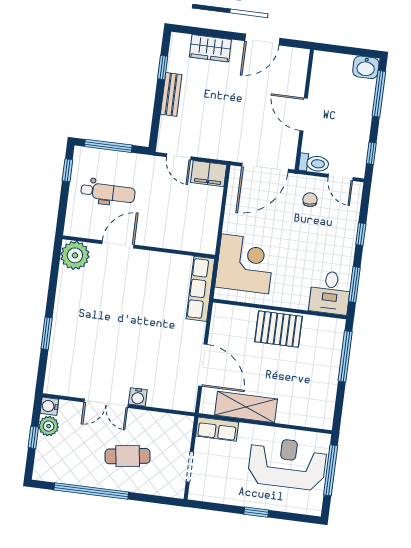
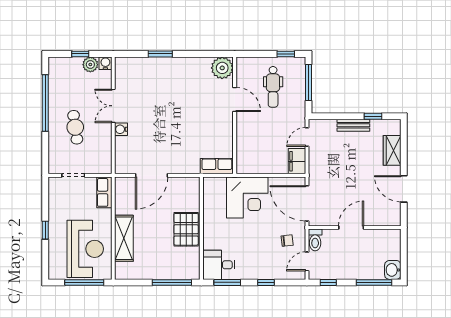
corner desk: (245, 264) -> (247, 198), moved
row of seats: (200, 289) -> (217, 166), width x0.68
shelving: (246, 407) -> (124, 238), moved

